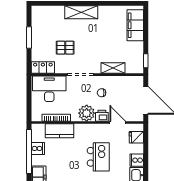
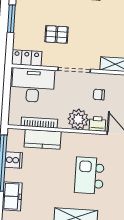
kitchen island: (98, 157) -> (89, 176), turned 180

